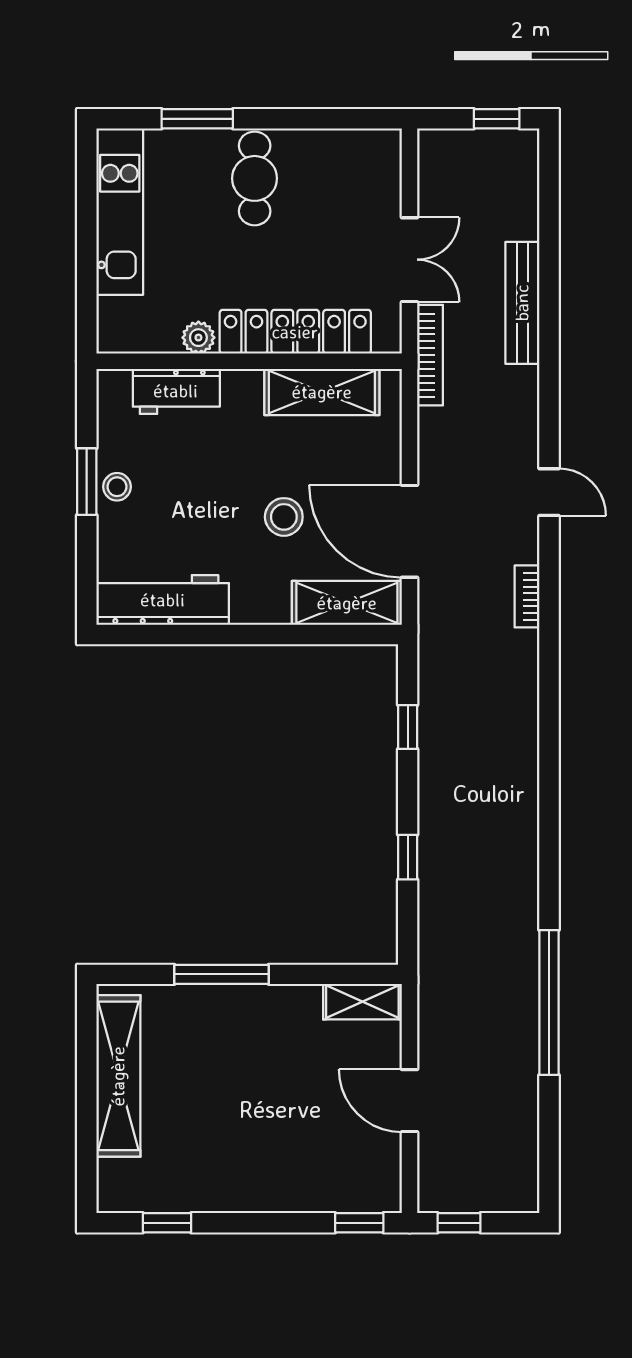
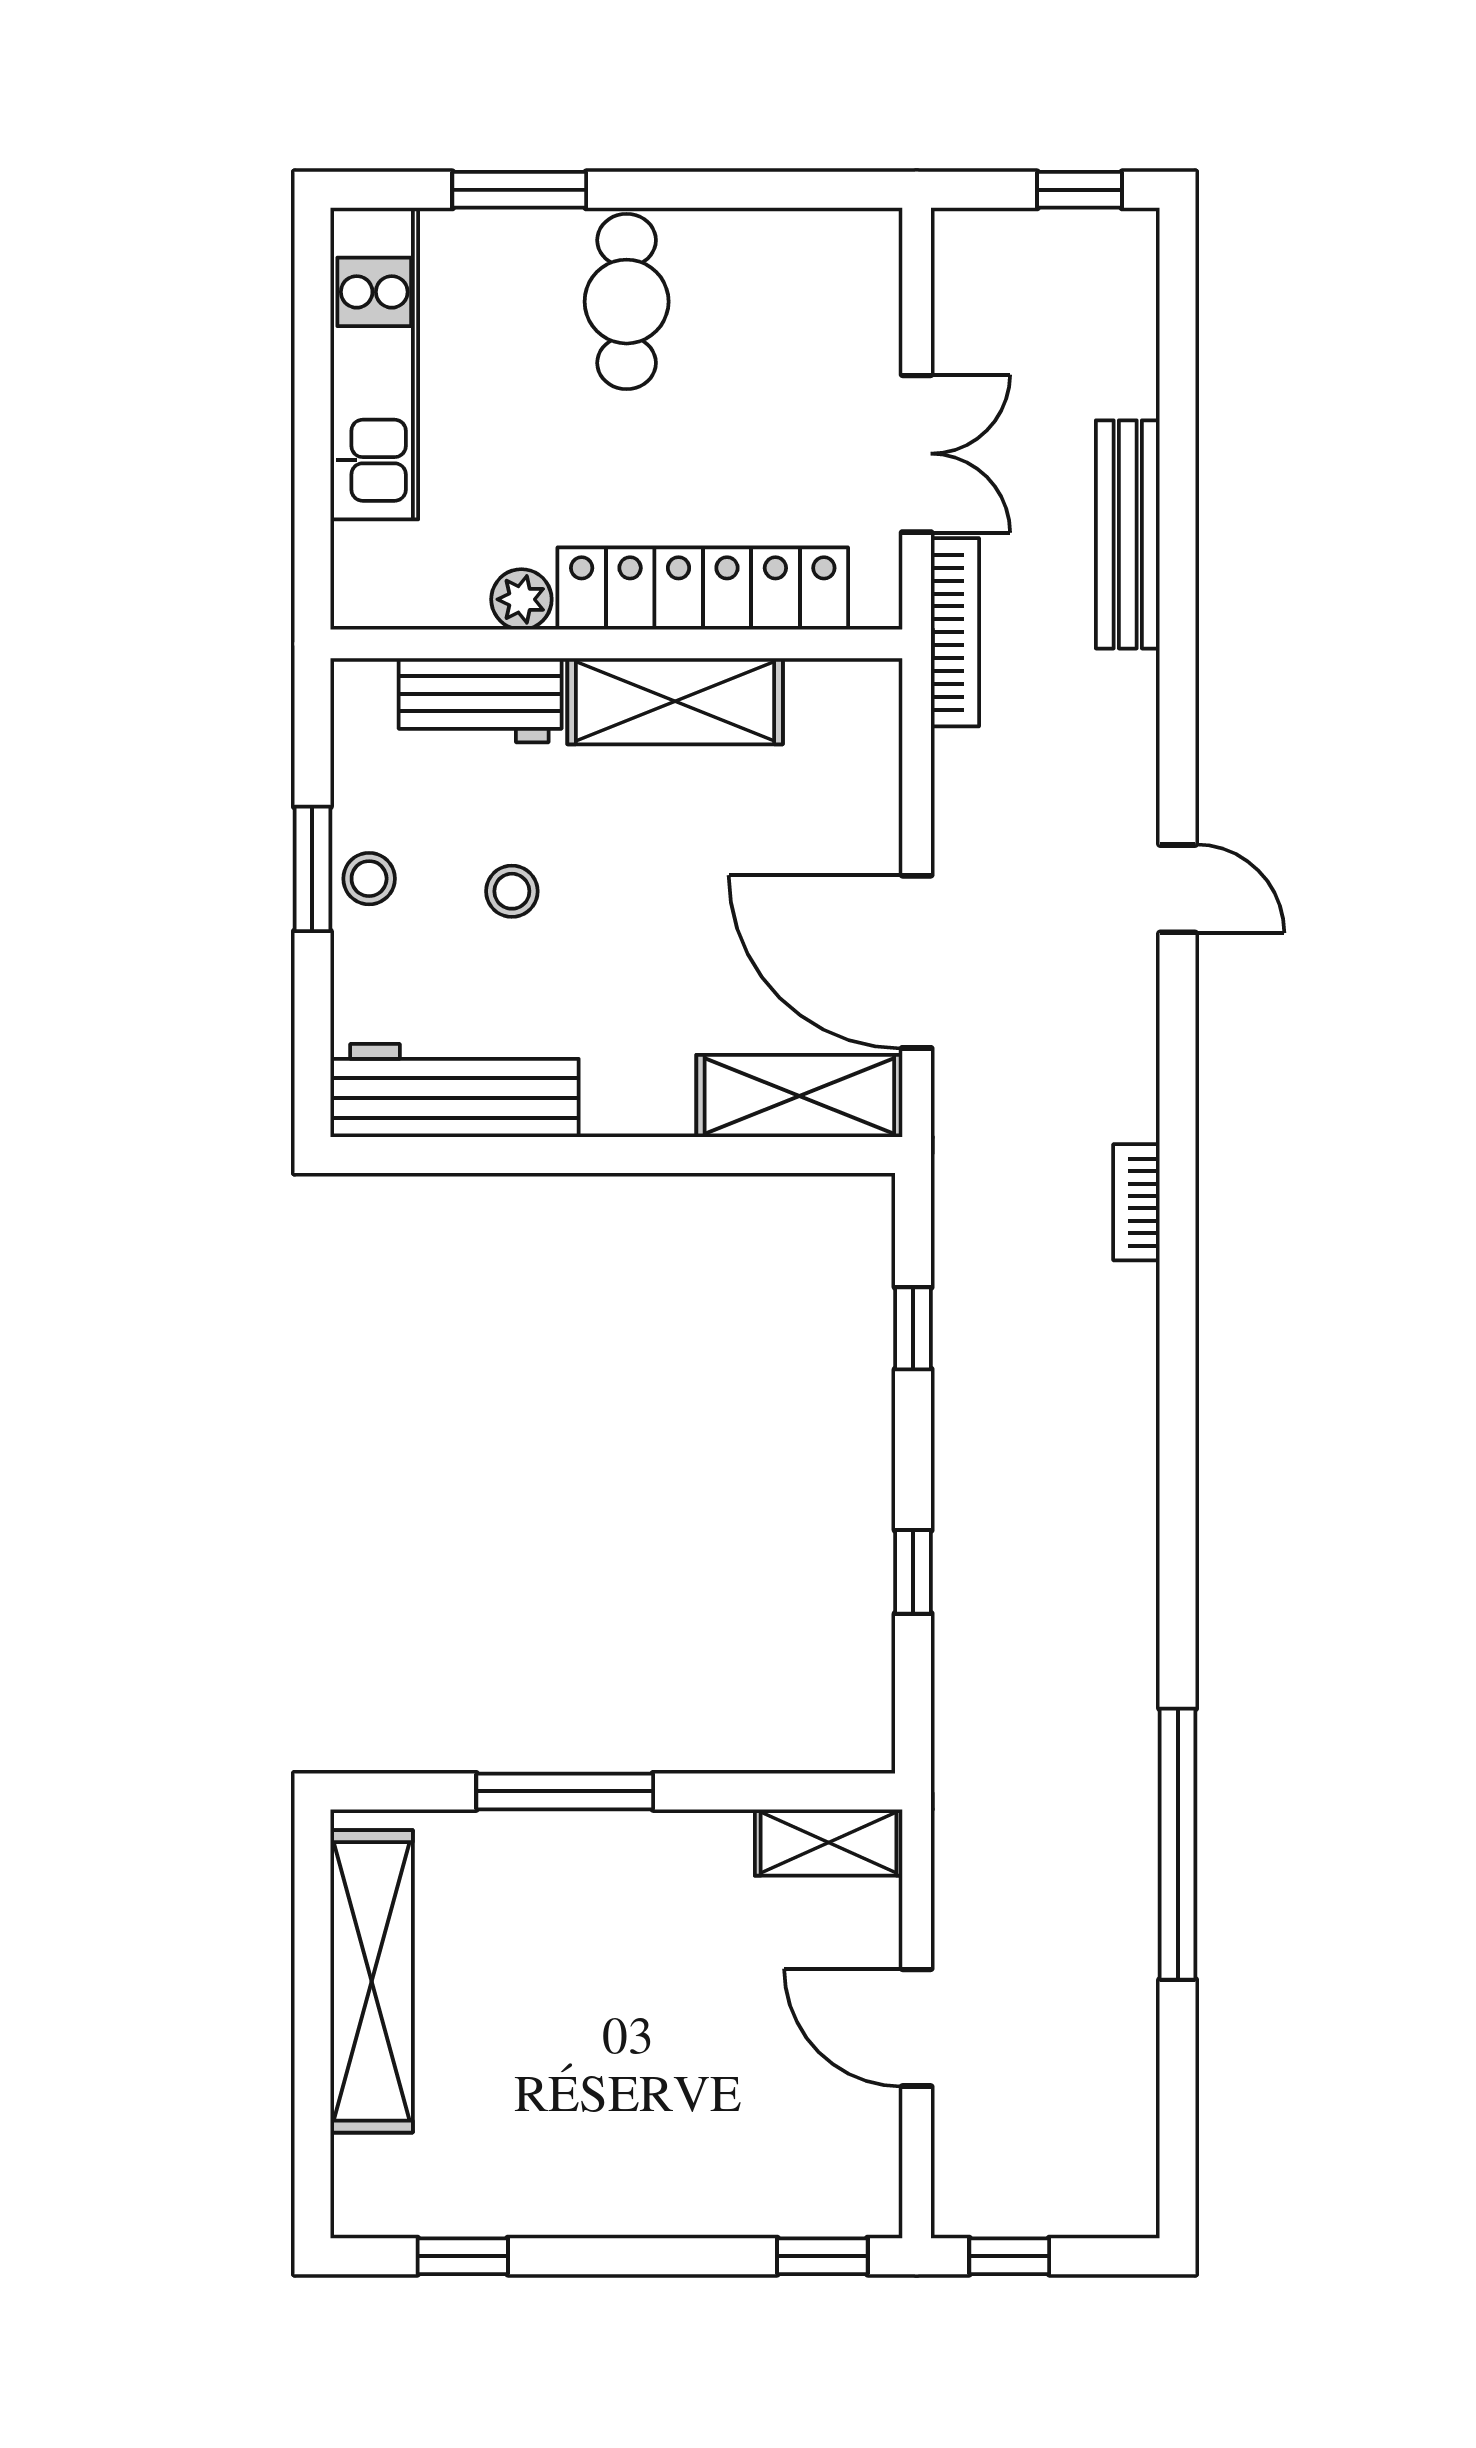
shelving: (322, 392) -> (675, 701), moved
stool: (284, 517) -> (512, 891), moved, width x0.73, depth x0.73
bookcase: (527, 596) -> (1136, 1202), moved

